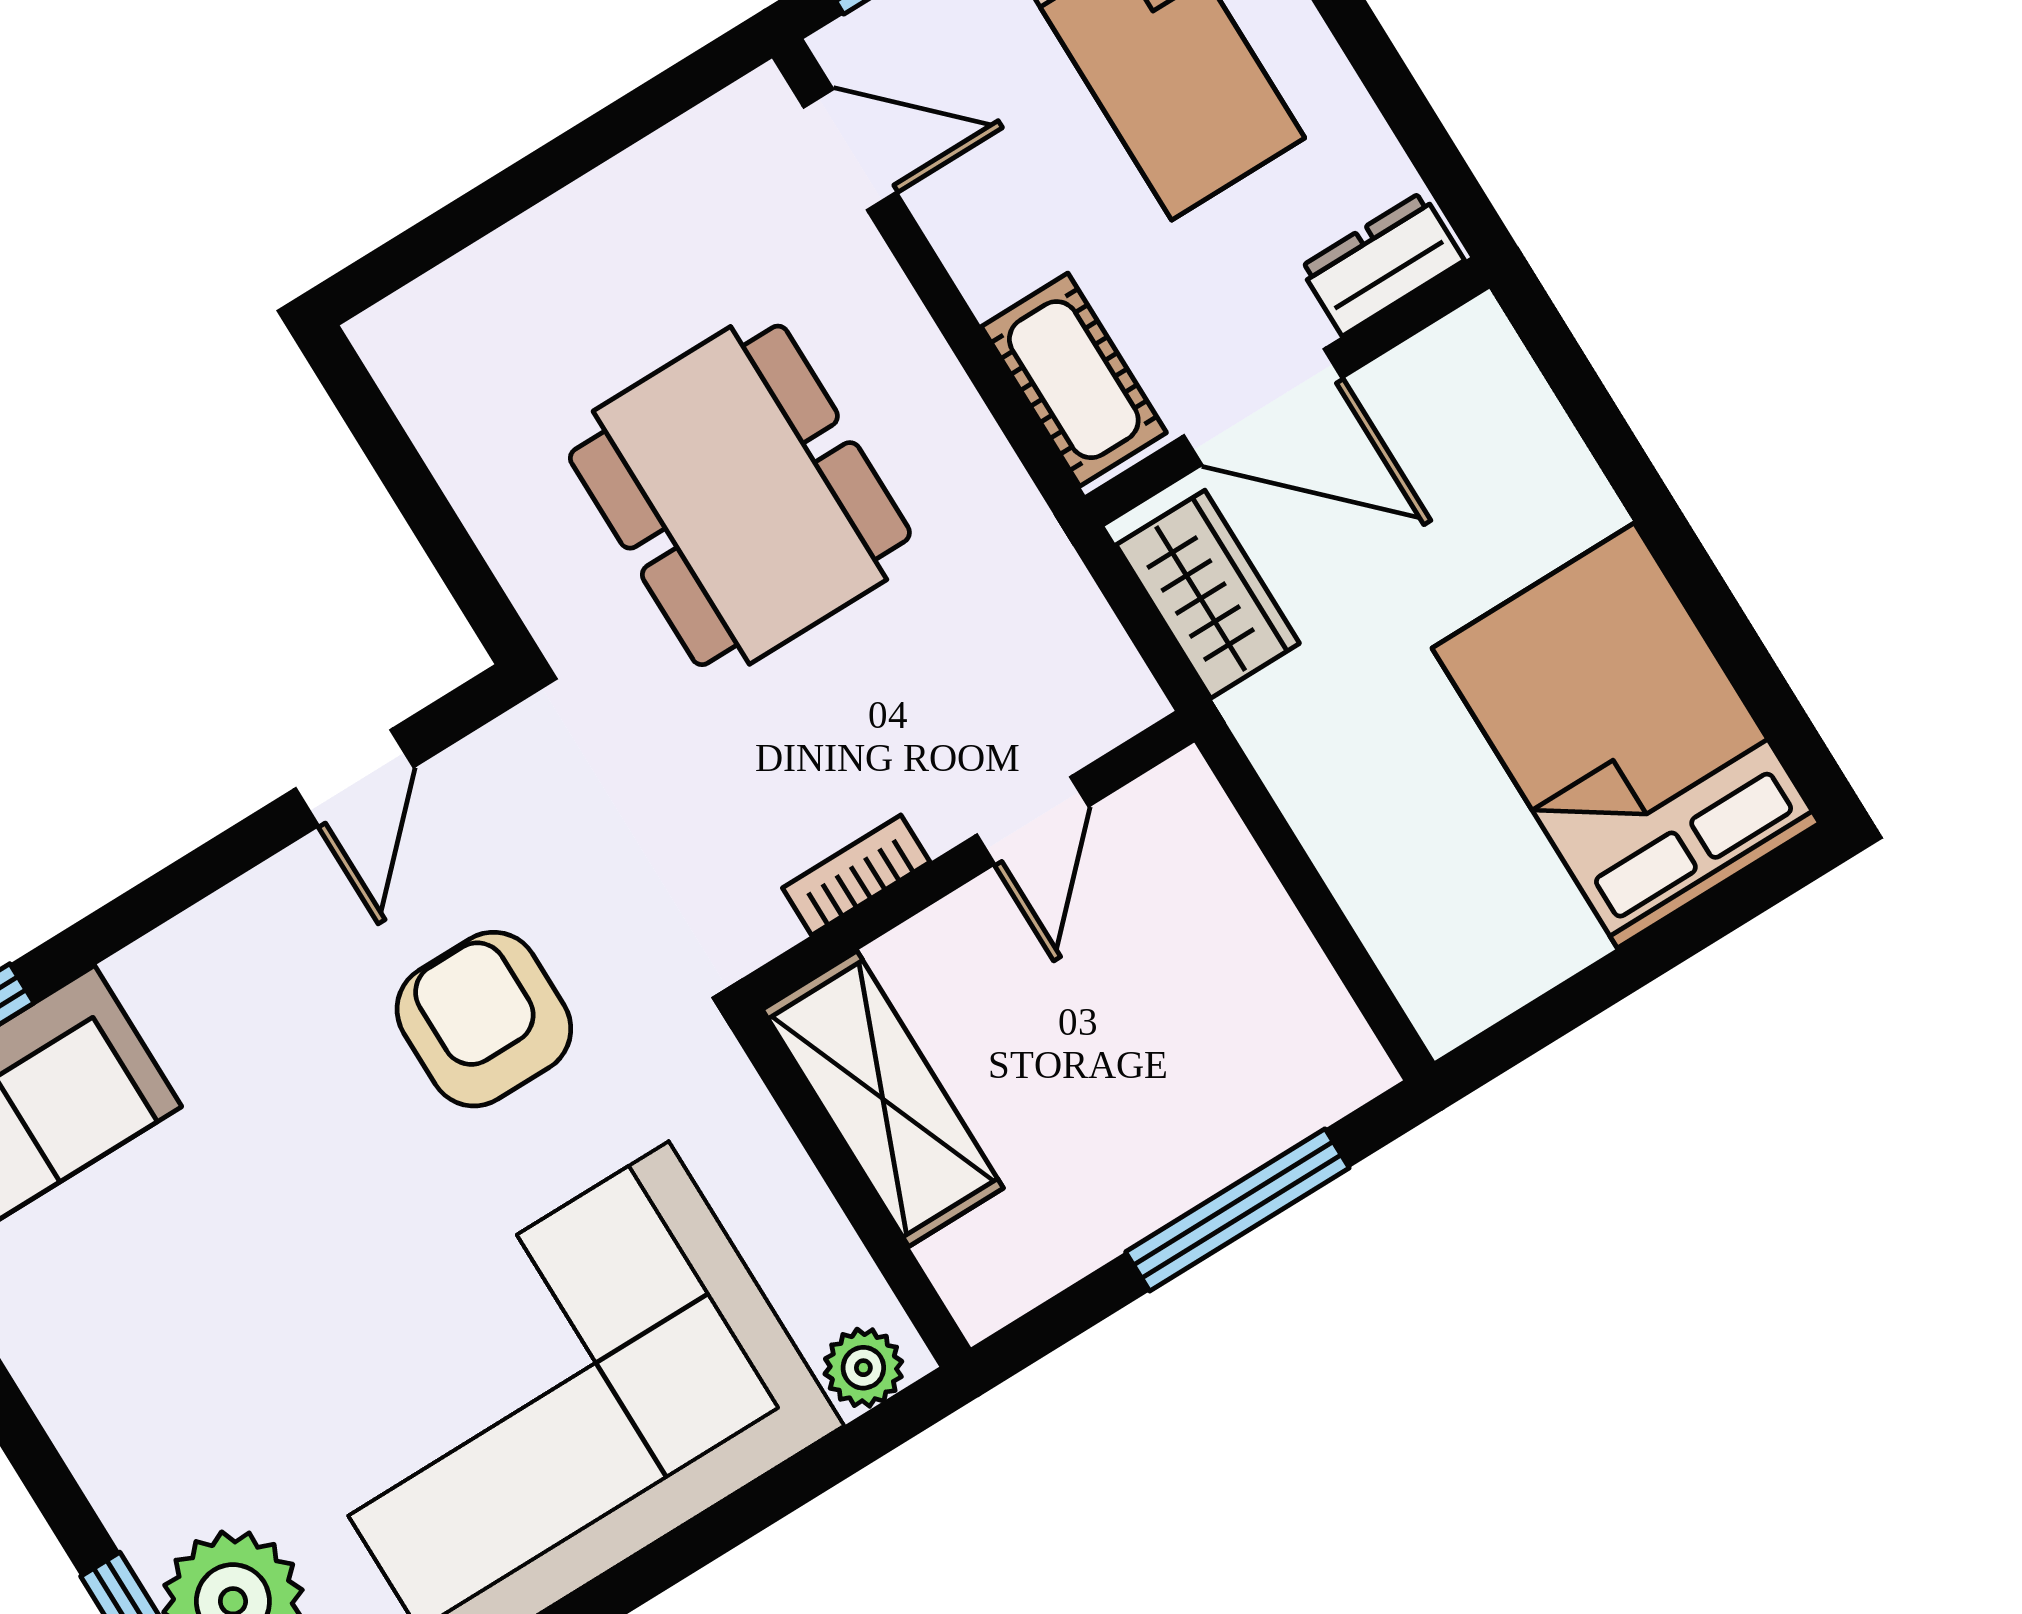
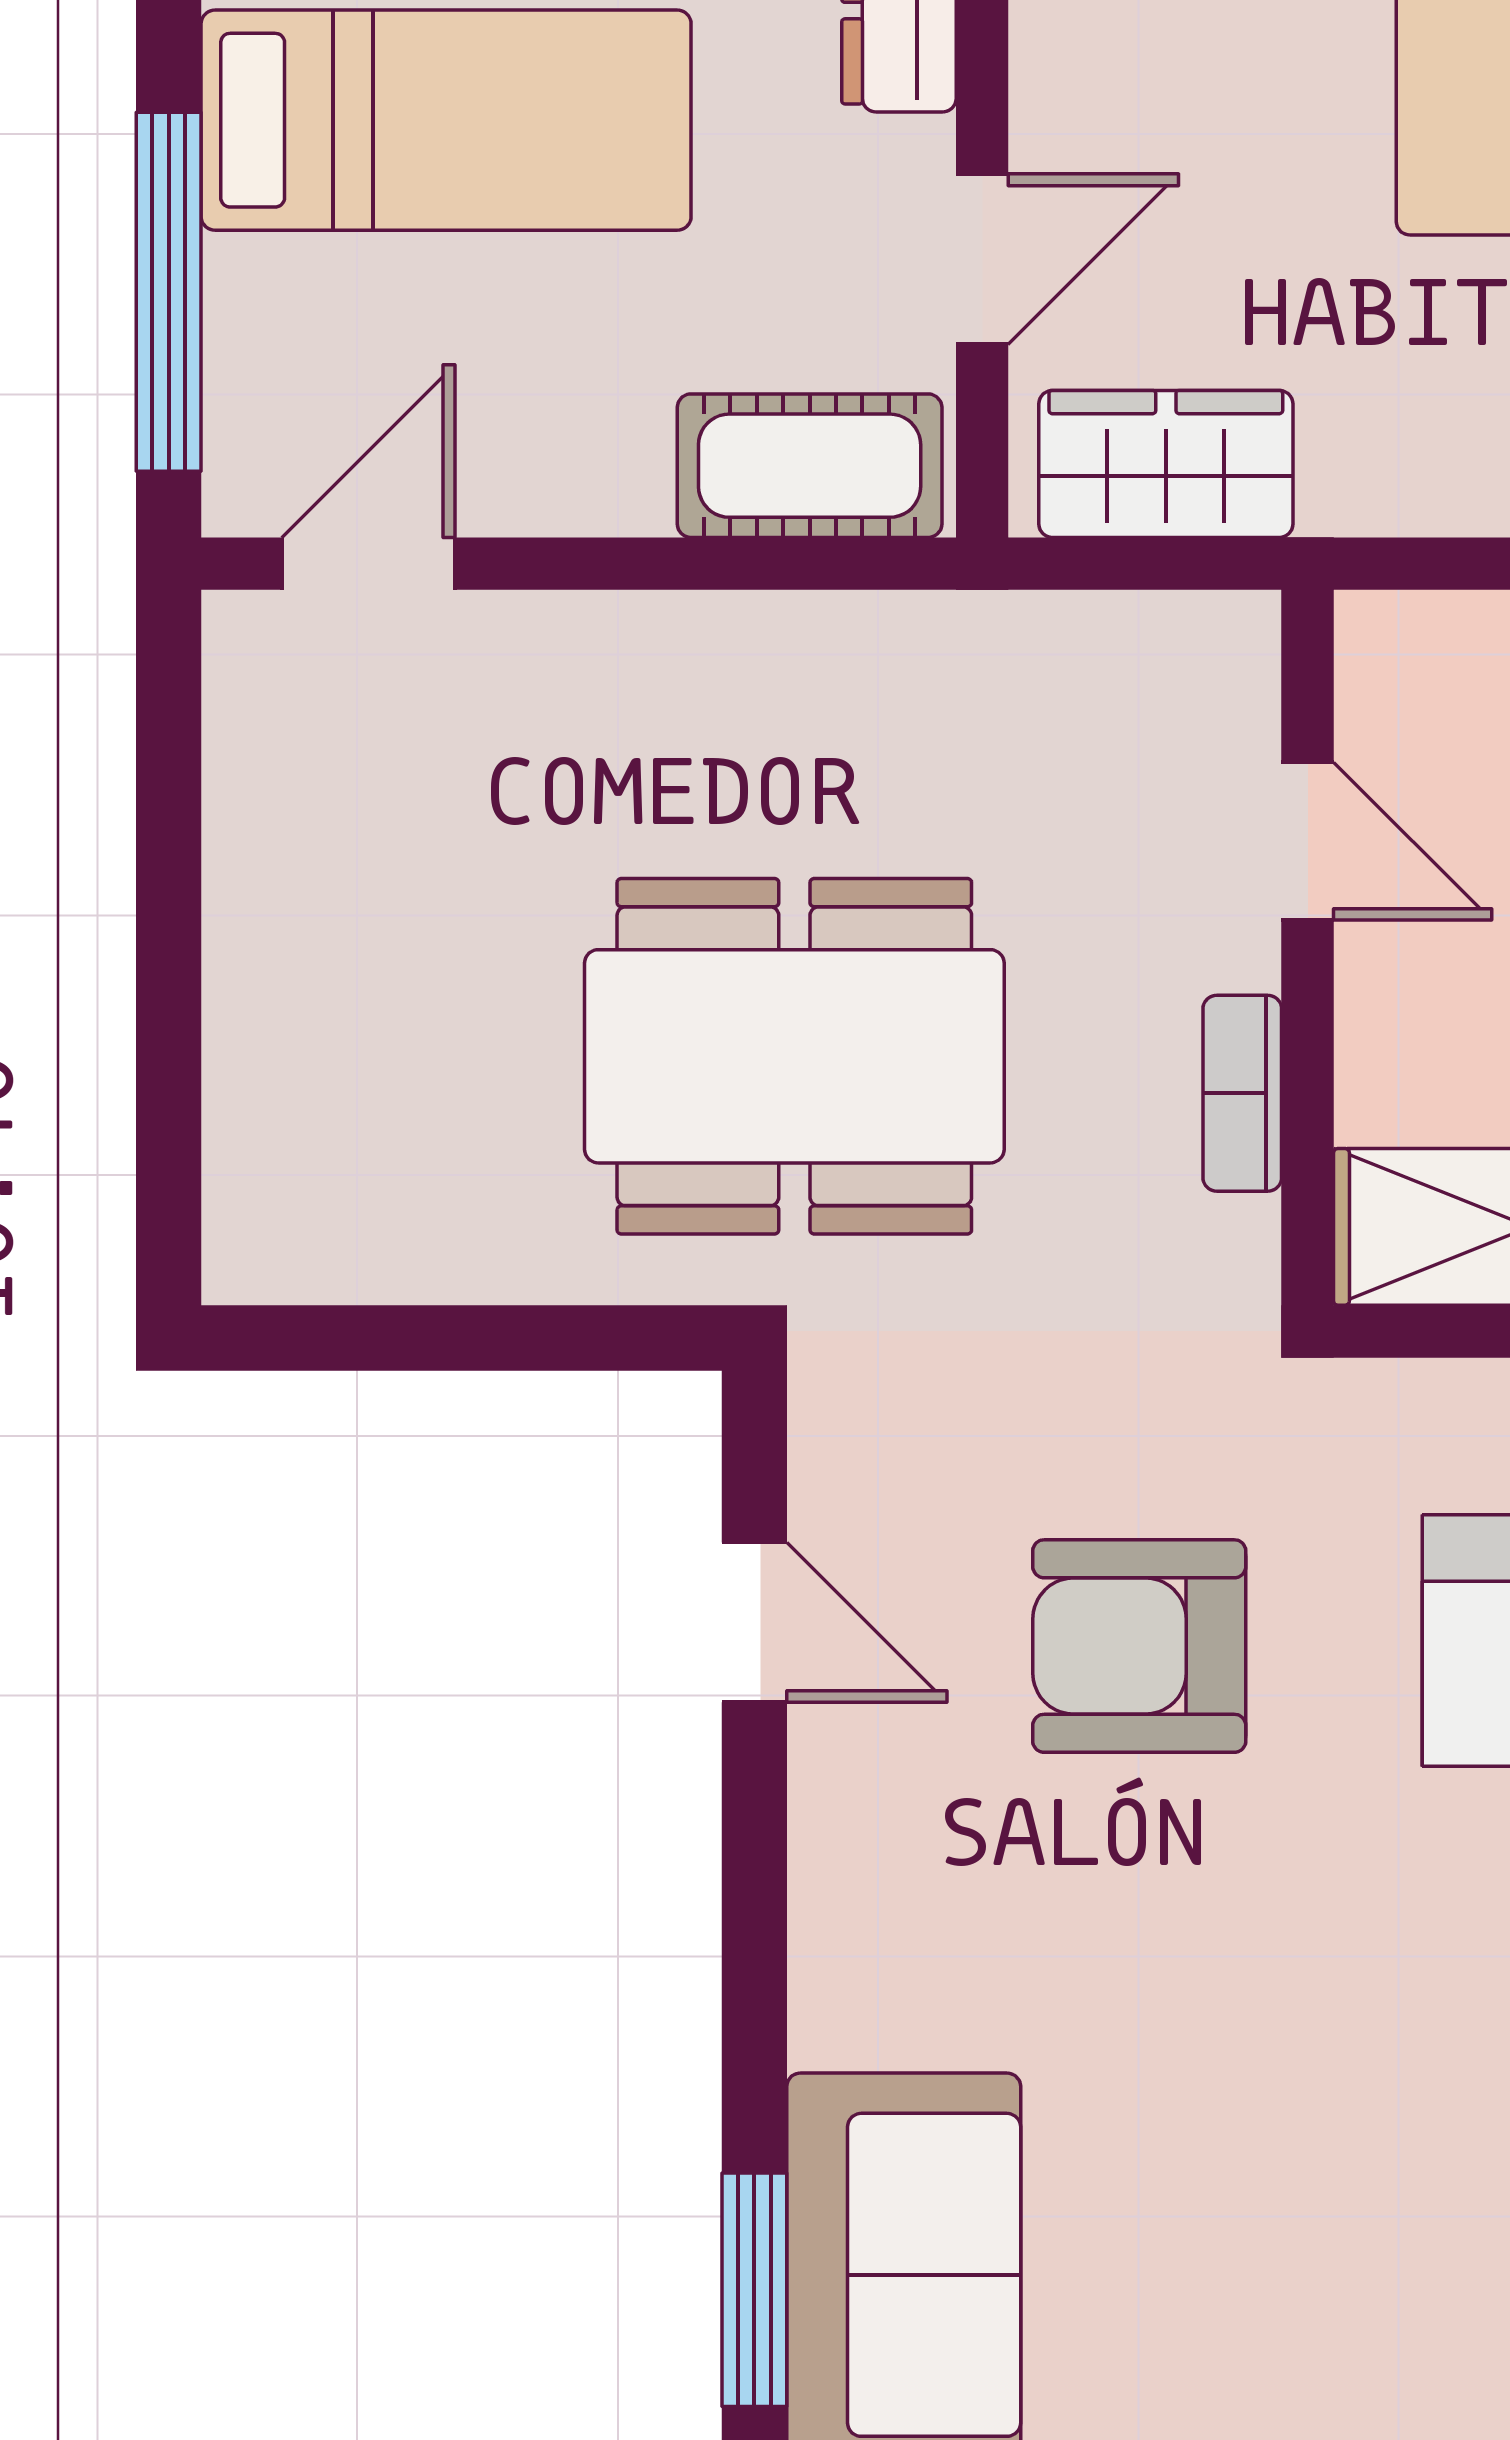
door: (1263, 407) -> (982, 259), width x0.73
dining table: (740, 495) -> (794, 1056), moved

